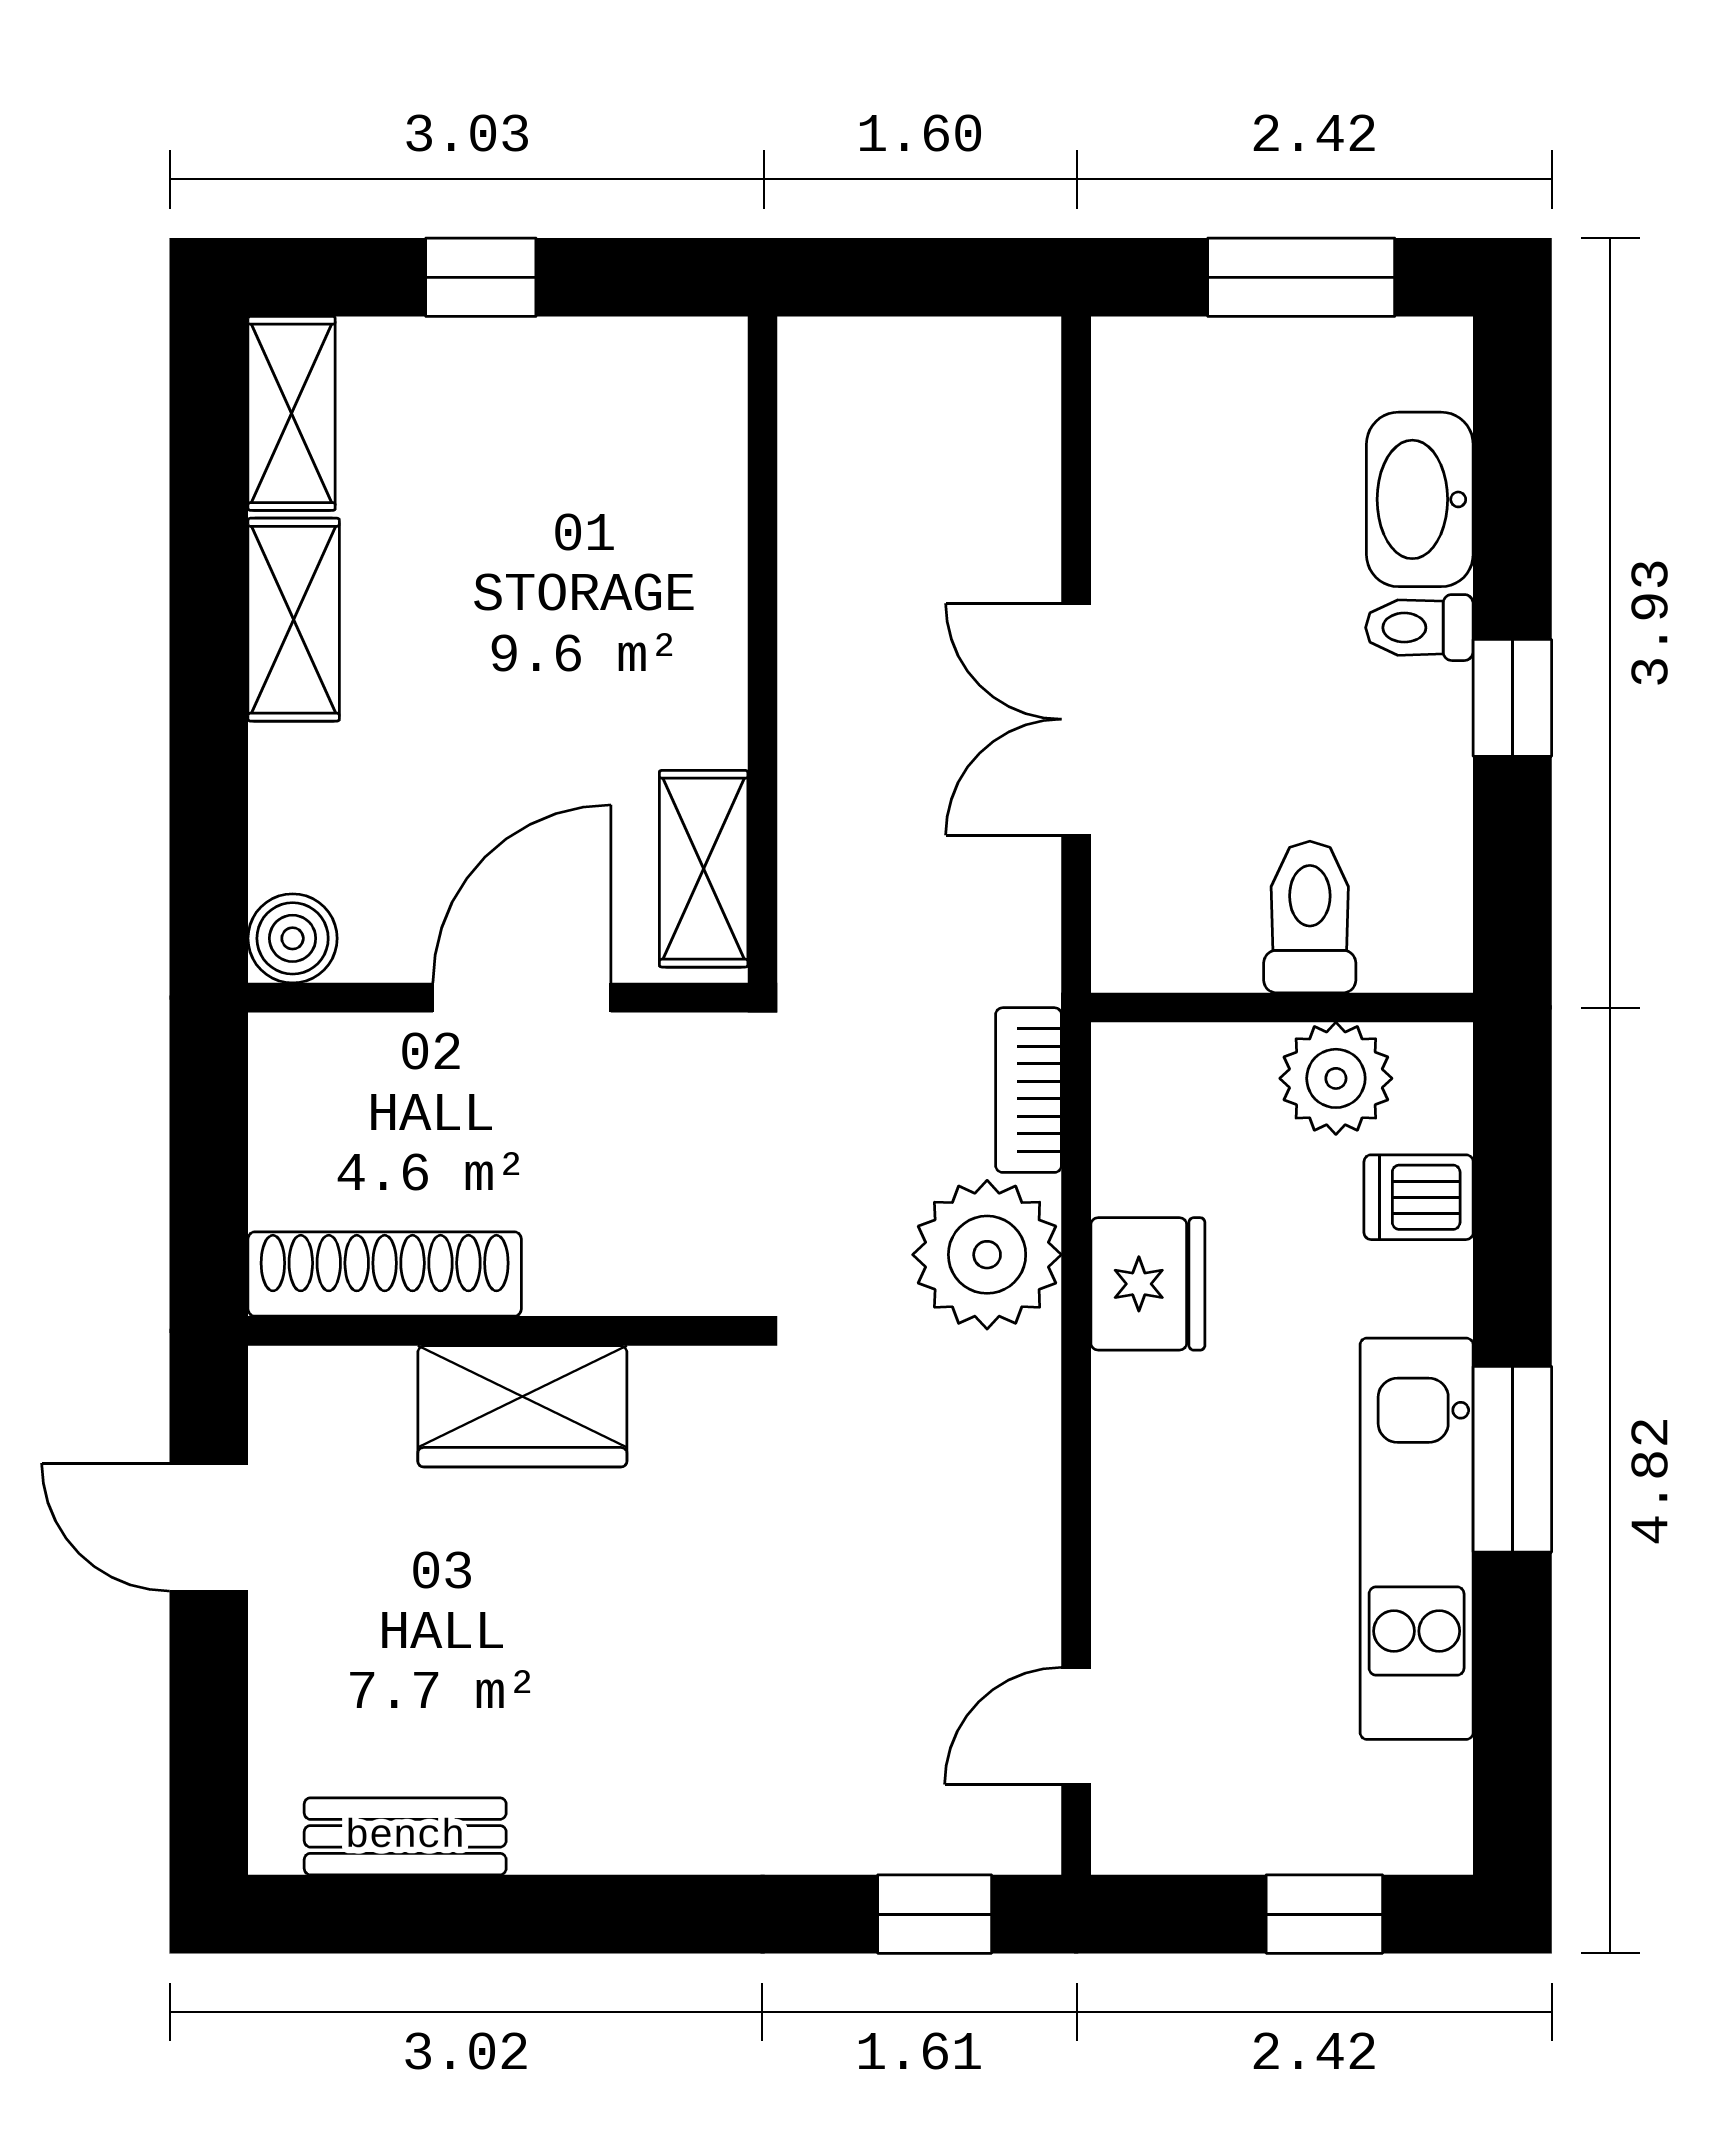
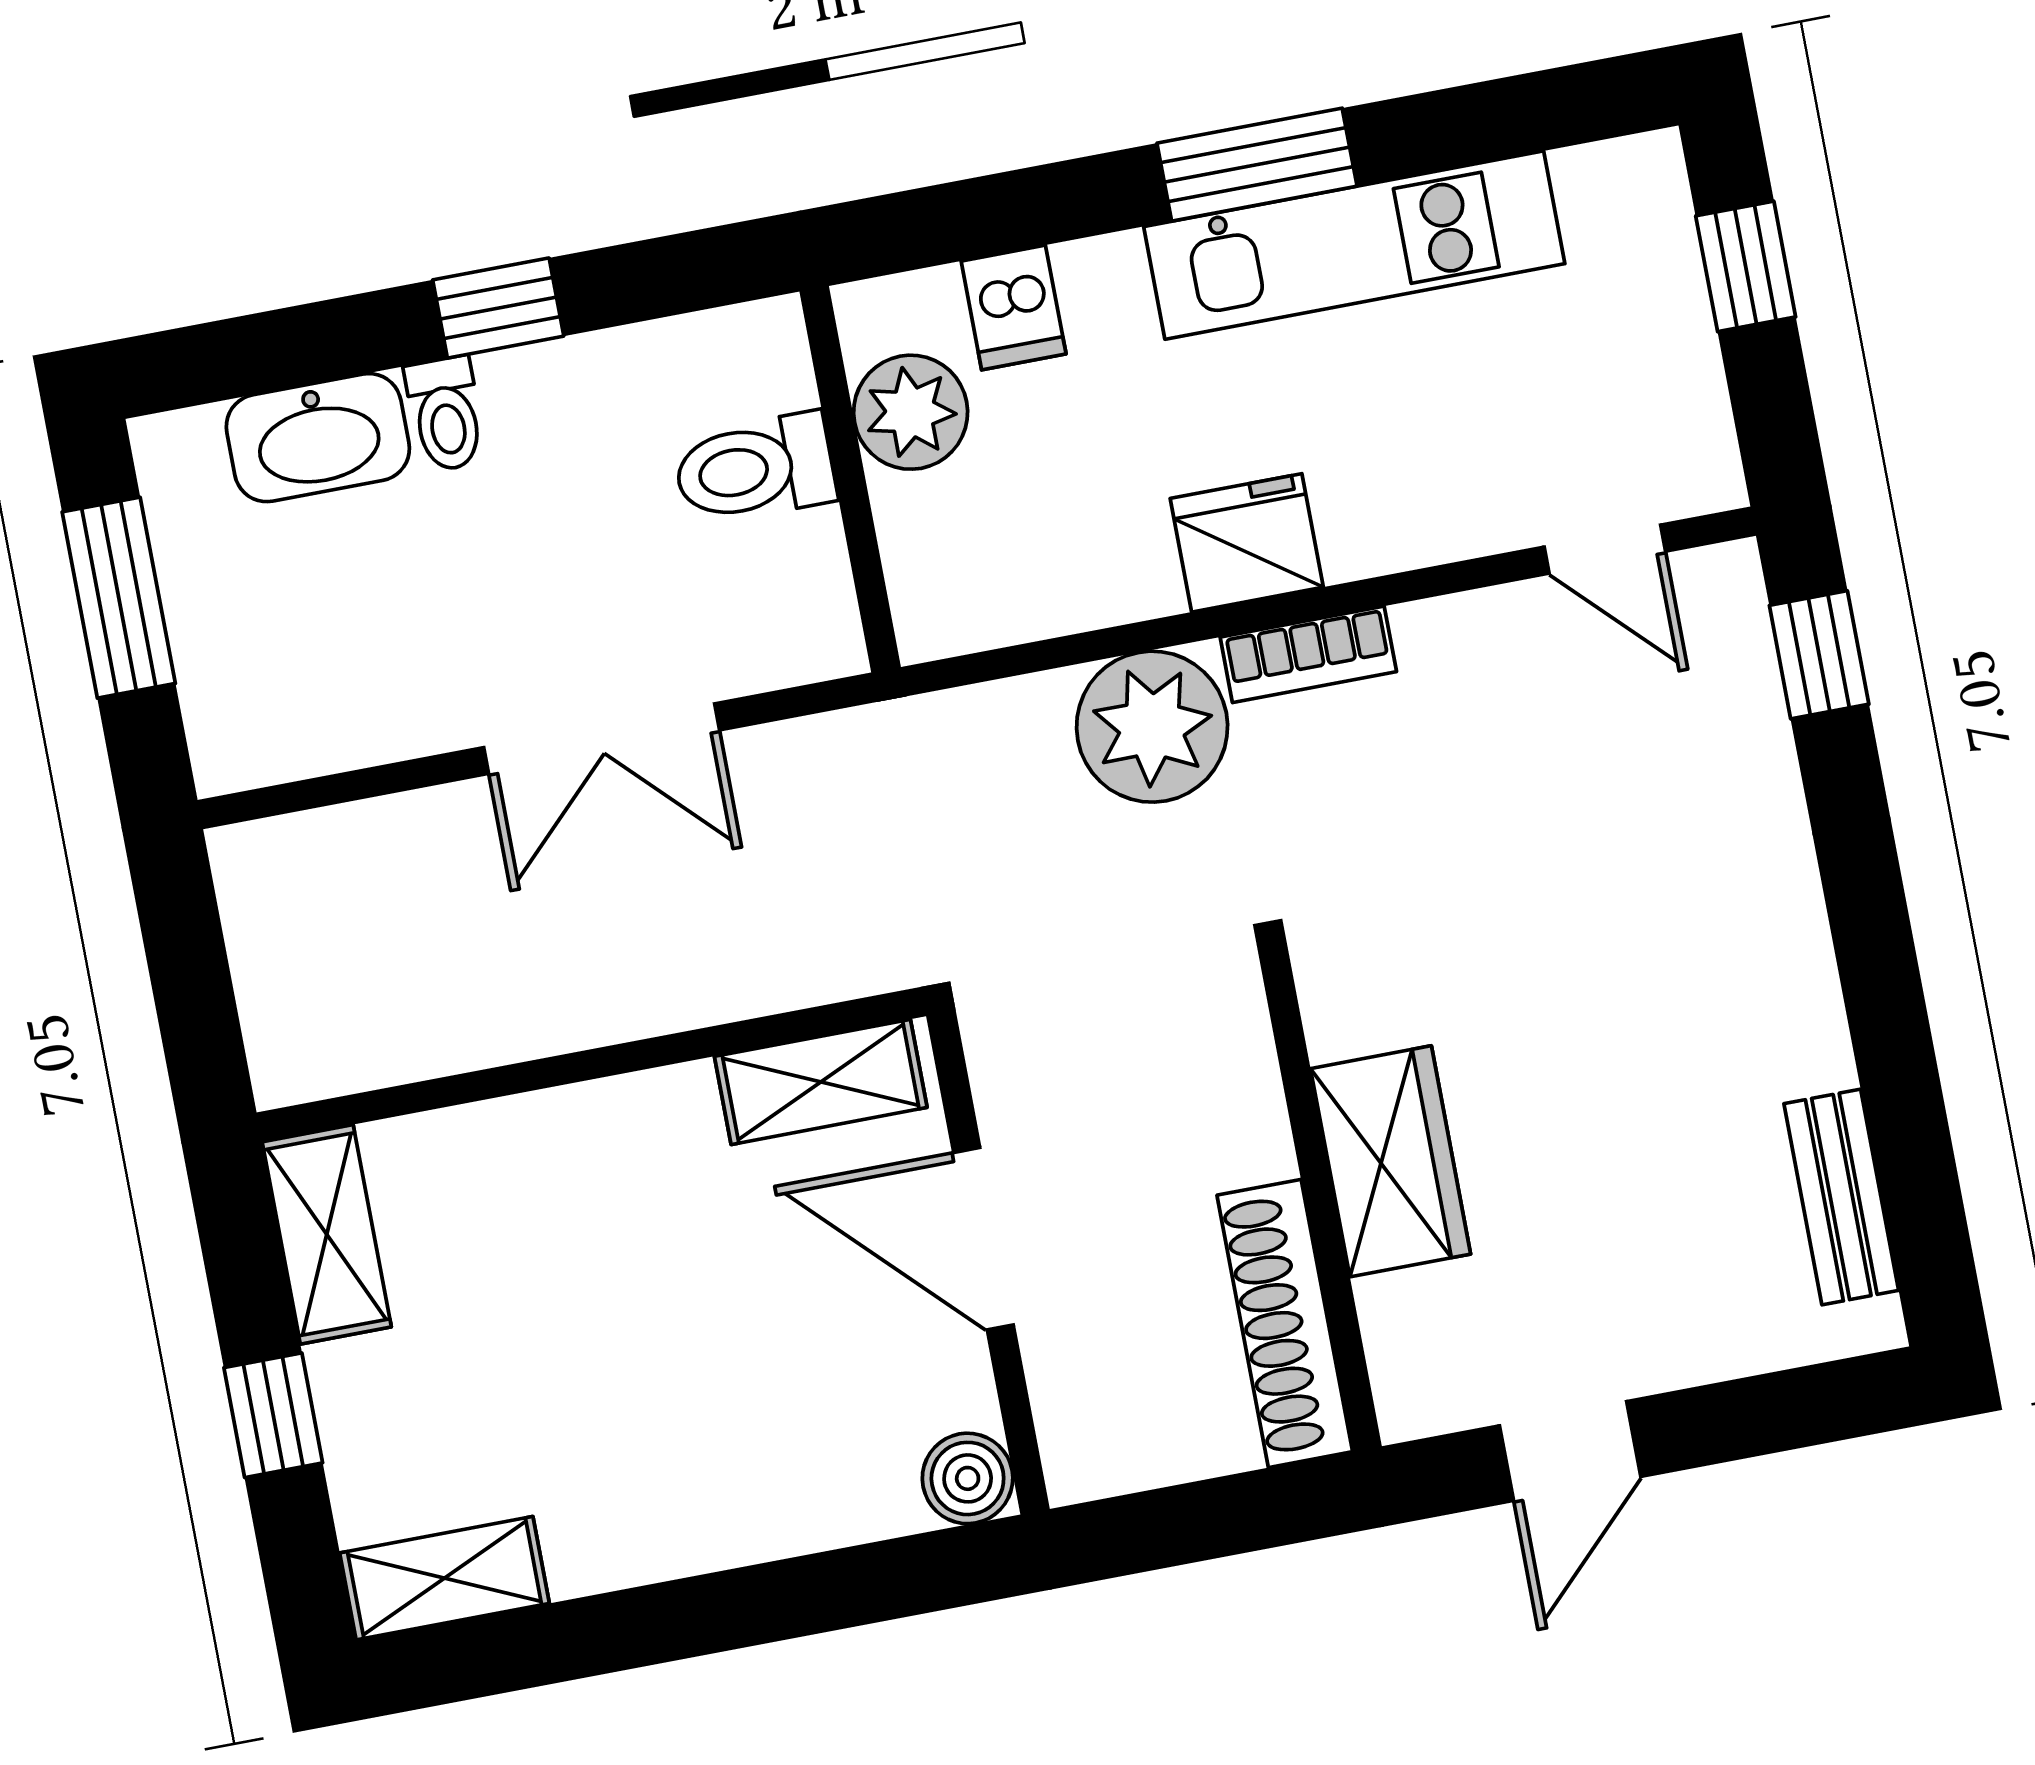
shelving: (294, 620) -> (327, 1234), moved, turned 90
bookcase: (1029, 1090) -> (1308, 654), moved
fridge: (1148, 1284) -> (1247, 543), moved

